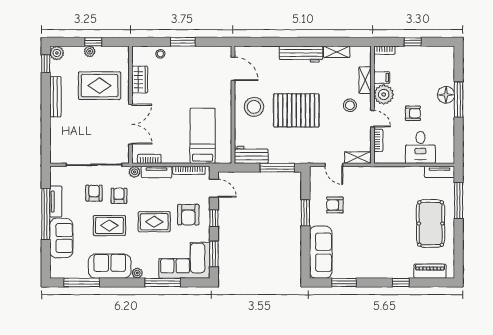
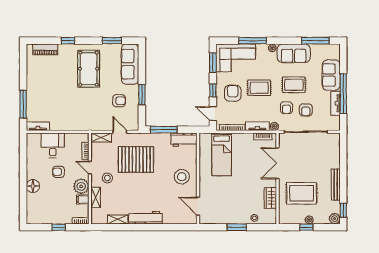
window: (459, 100) -> (23, 182), removed
pallet: (296, 110) -> (136, 159), moved
pool table: (431, 224) -> (89, 69), moved

